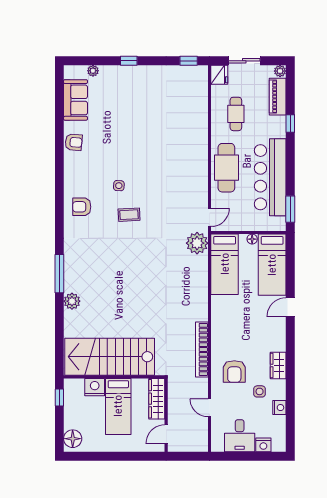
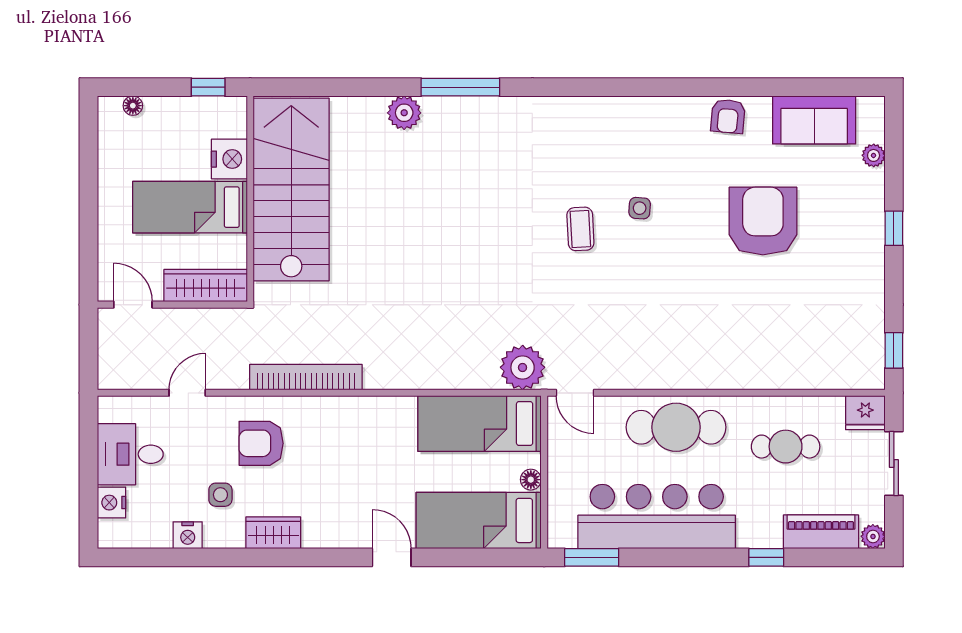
armchair: (82, 207) -> (763, 221), moved, width x1.88, depth x1.88
floor lamp: (73, 439) -> (133, 106), width x0.53, depth x0.53

